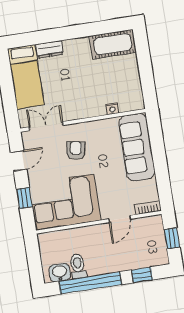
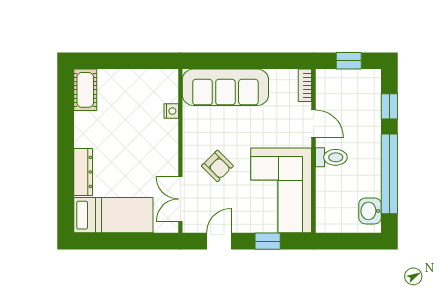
cot: (113, 44) -> (85, 90), width x0.73, depth x0.75
dresser: (50, 49) -> (83, 172), width x1.44
armchair: (76, 151) -> (217, 166), turned -145
door: (19, 161) -> (219, 241), hinge flipped
toilet: (78, 266) -> (331, 157), moved, turned 180

